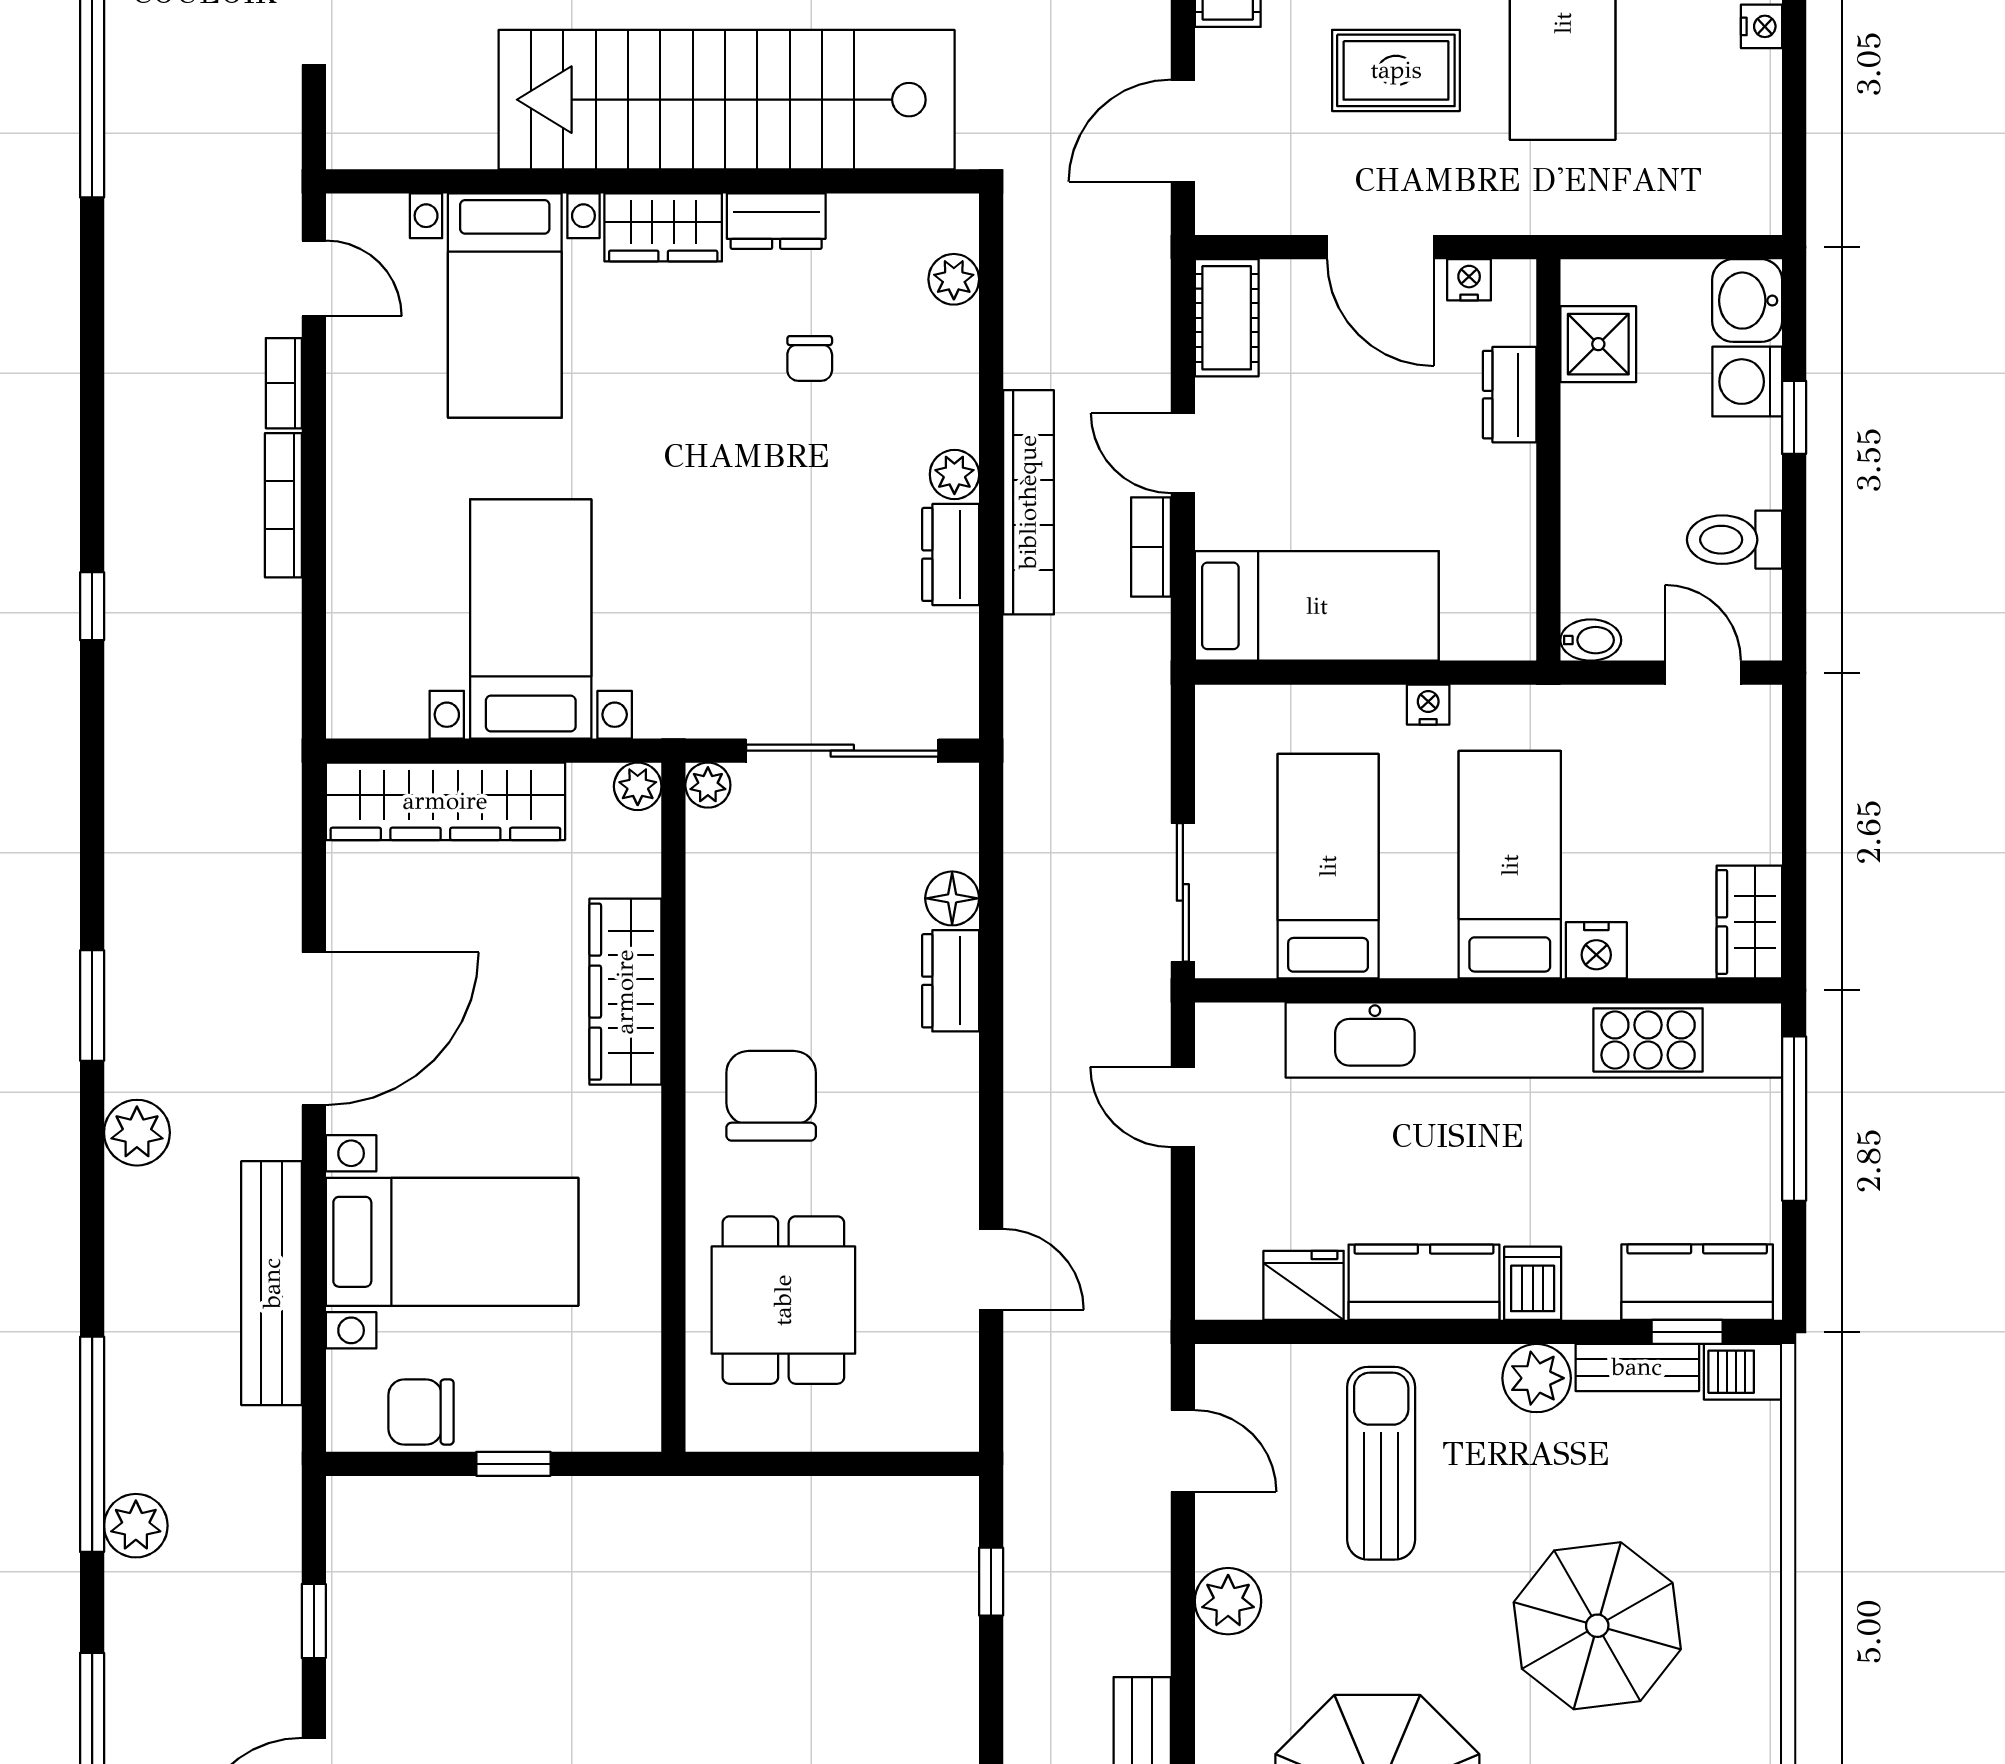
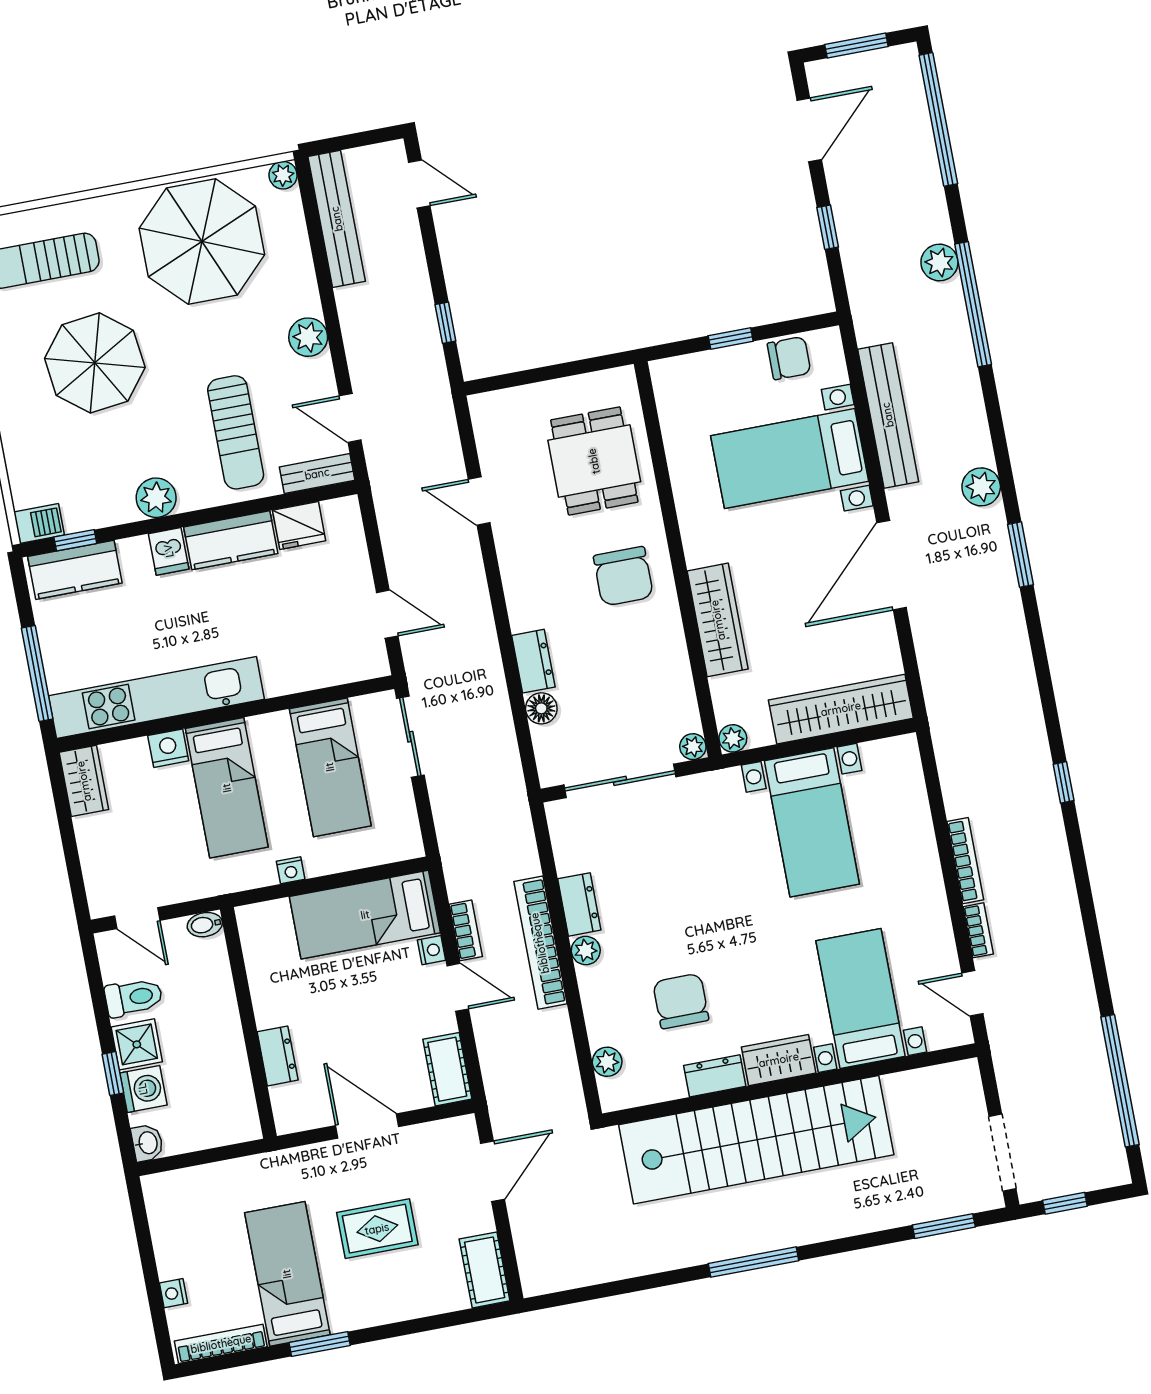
nightstand: (1469, 280) -> (431, 950), moved, turned -90
washbasin: (1747, 301) -> (147, 1143), width x0.72, depth x0.69
shower: (1598, 344) -> (137, 1044), moved
chair: (810, 358) -> (681, 1001), width x1.87, depth x1.87
kitchen unit: (1534, 1040) -> (156, 697), width x0.73
bench: (1637, 1367) -> (317, 474), moved

